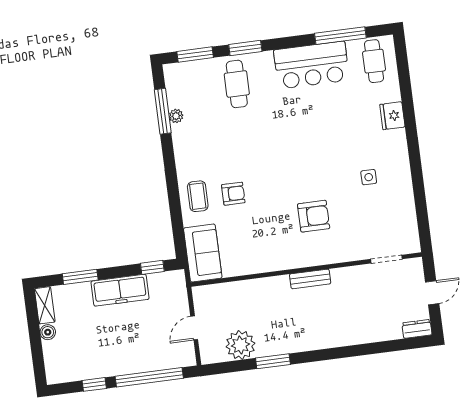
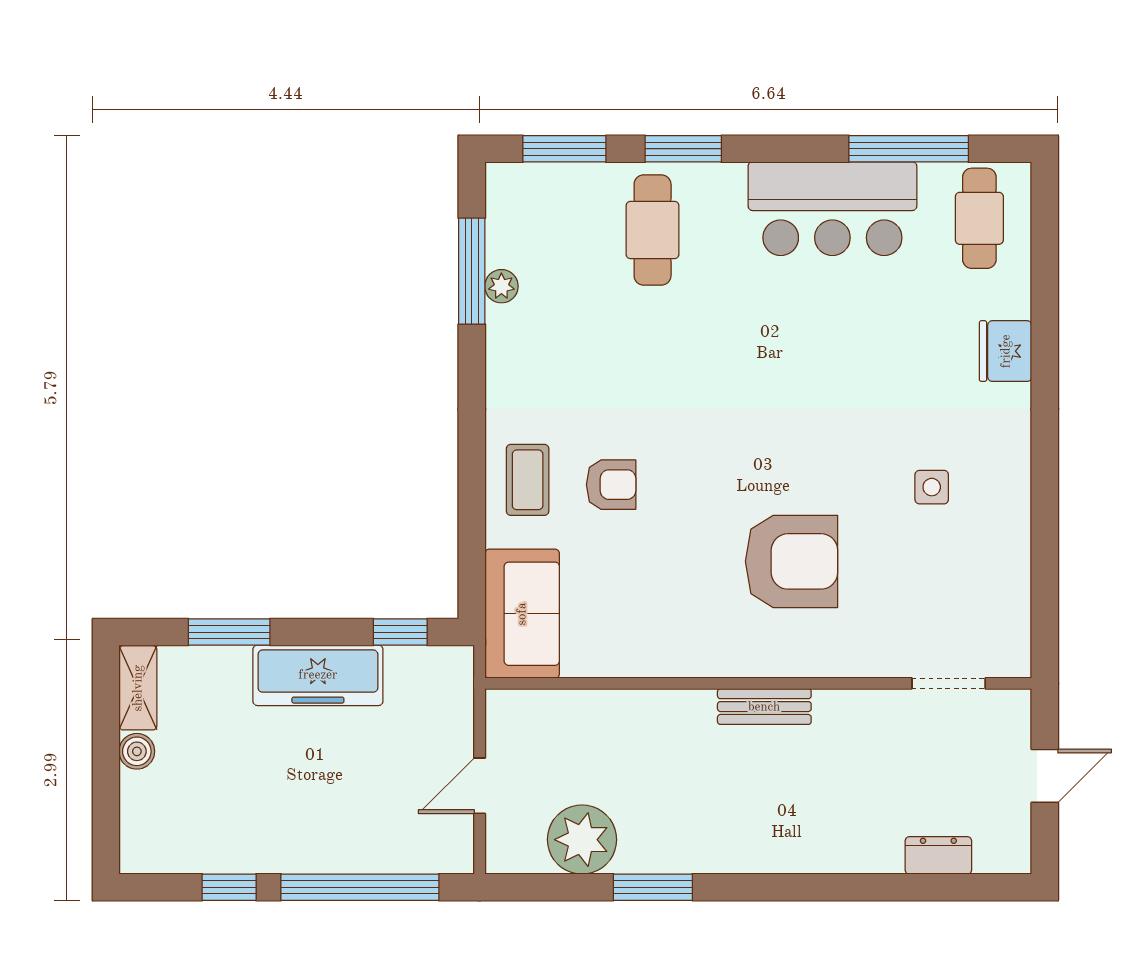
armchair: (314, 216) -> (792, 561), width x1.36, depth x1.36
dresser: (417, 329) -> (938, 855), moved

